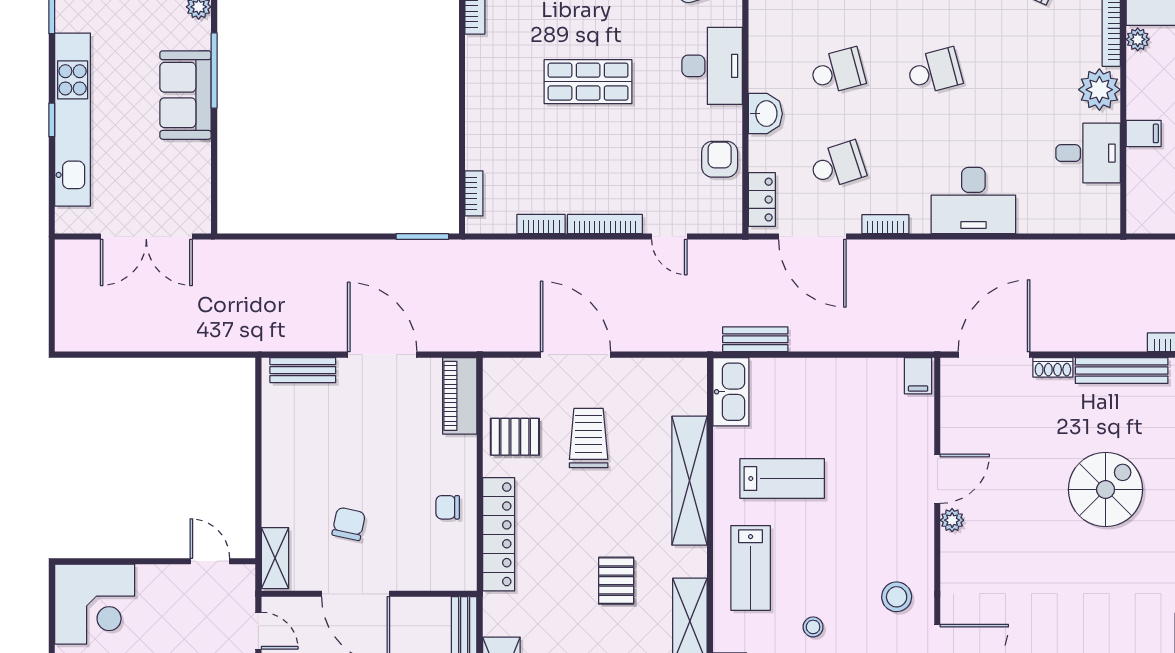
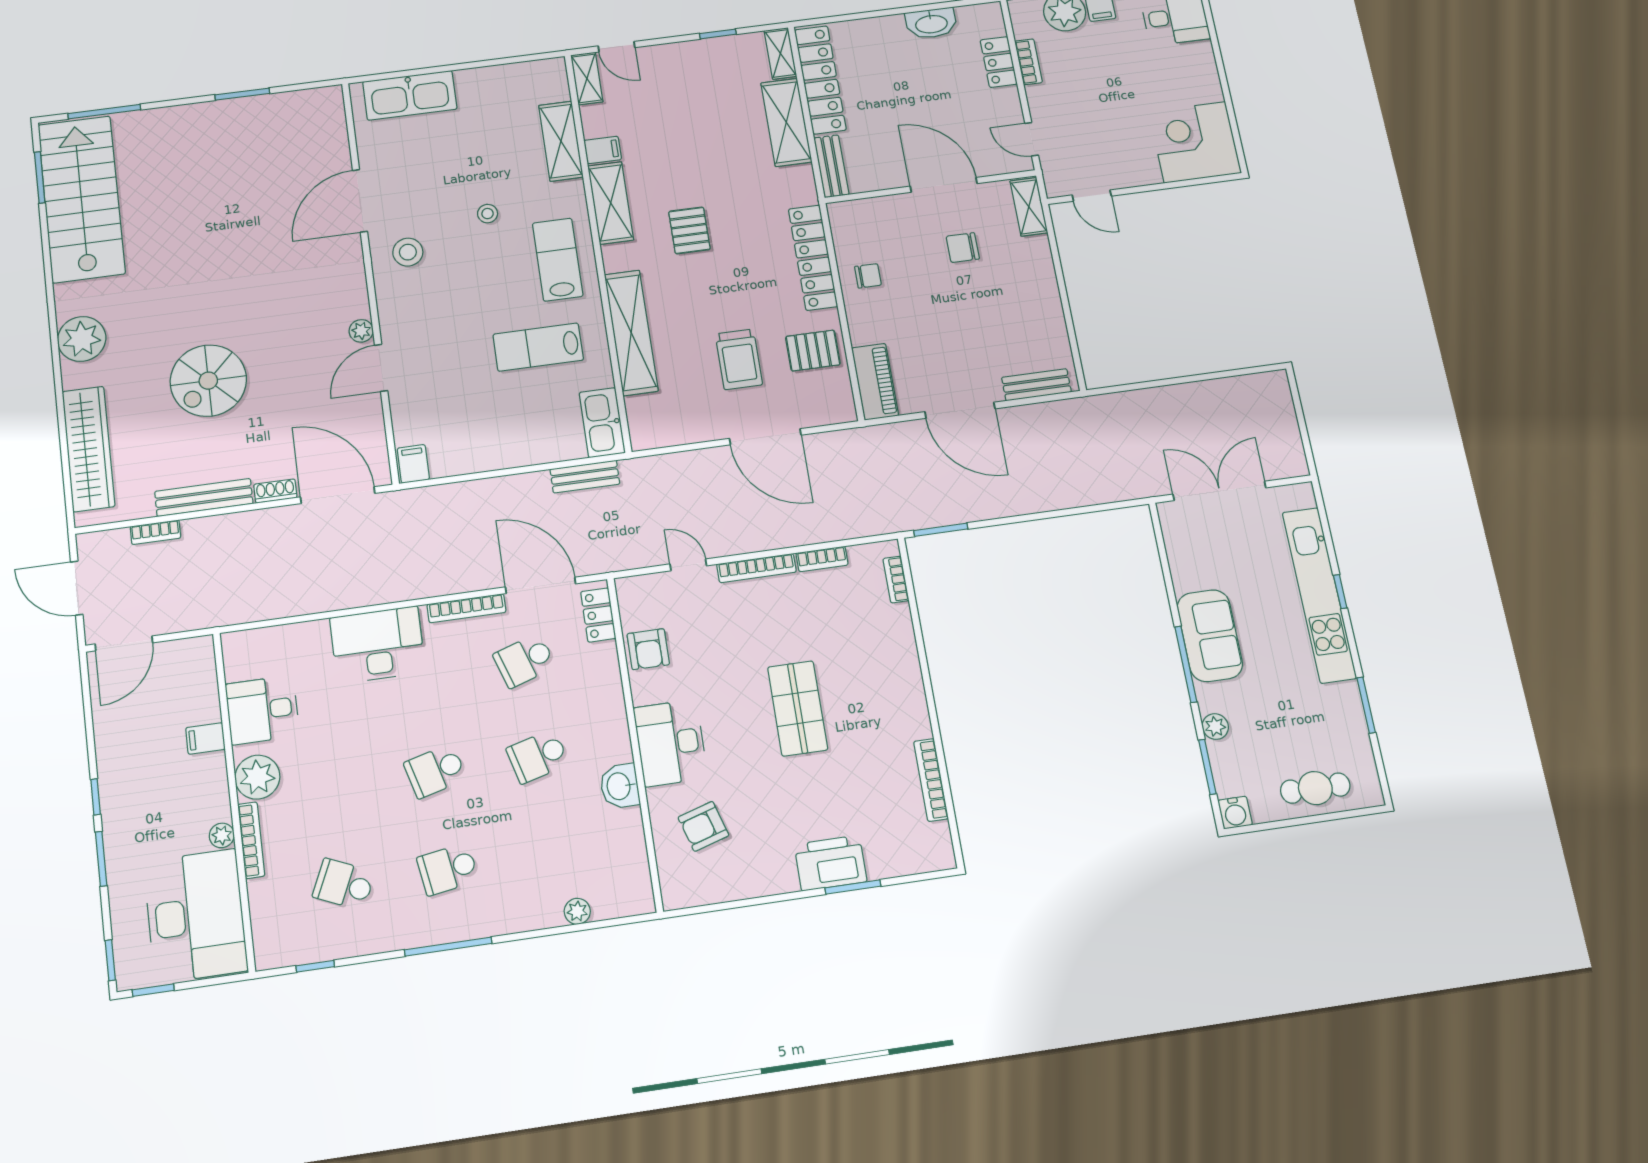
shop shelf: (588, 82) -> (798, 708), turned 90
washbasin: (765, 114) -> (620, 786), moved
bookcase: (885, 224) -> (466, 608), width x1.56
door: (994, 355) -> (338, 495), swing flipped
chair: (349, 524) -> (963, 248), turned 78

